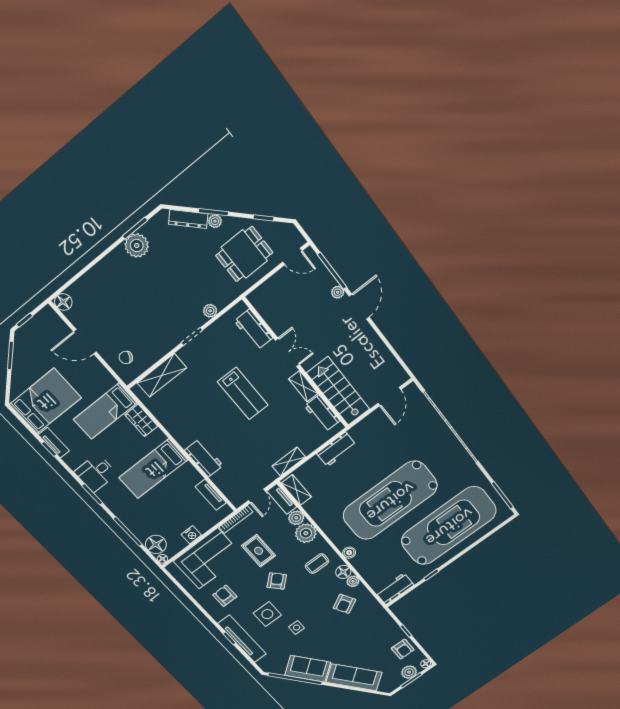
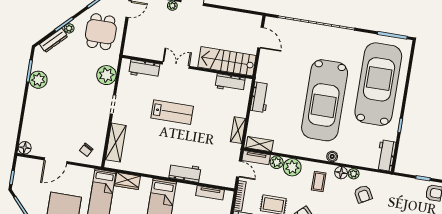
plant: (210, 311) -> (106, 75), width x1.88, depth x1.88
shelving: (303, 386) -> (204, 77), removed

